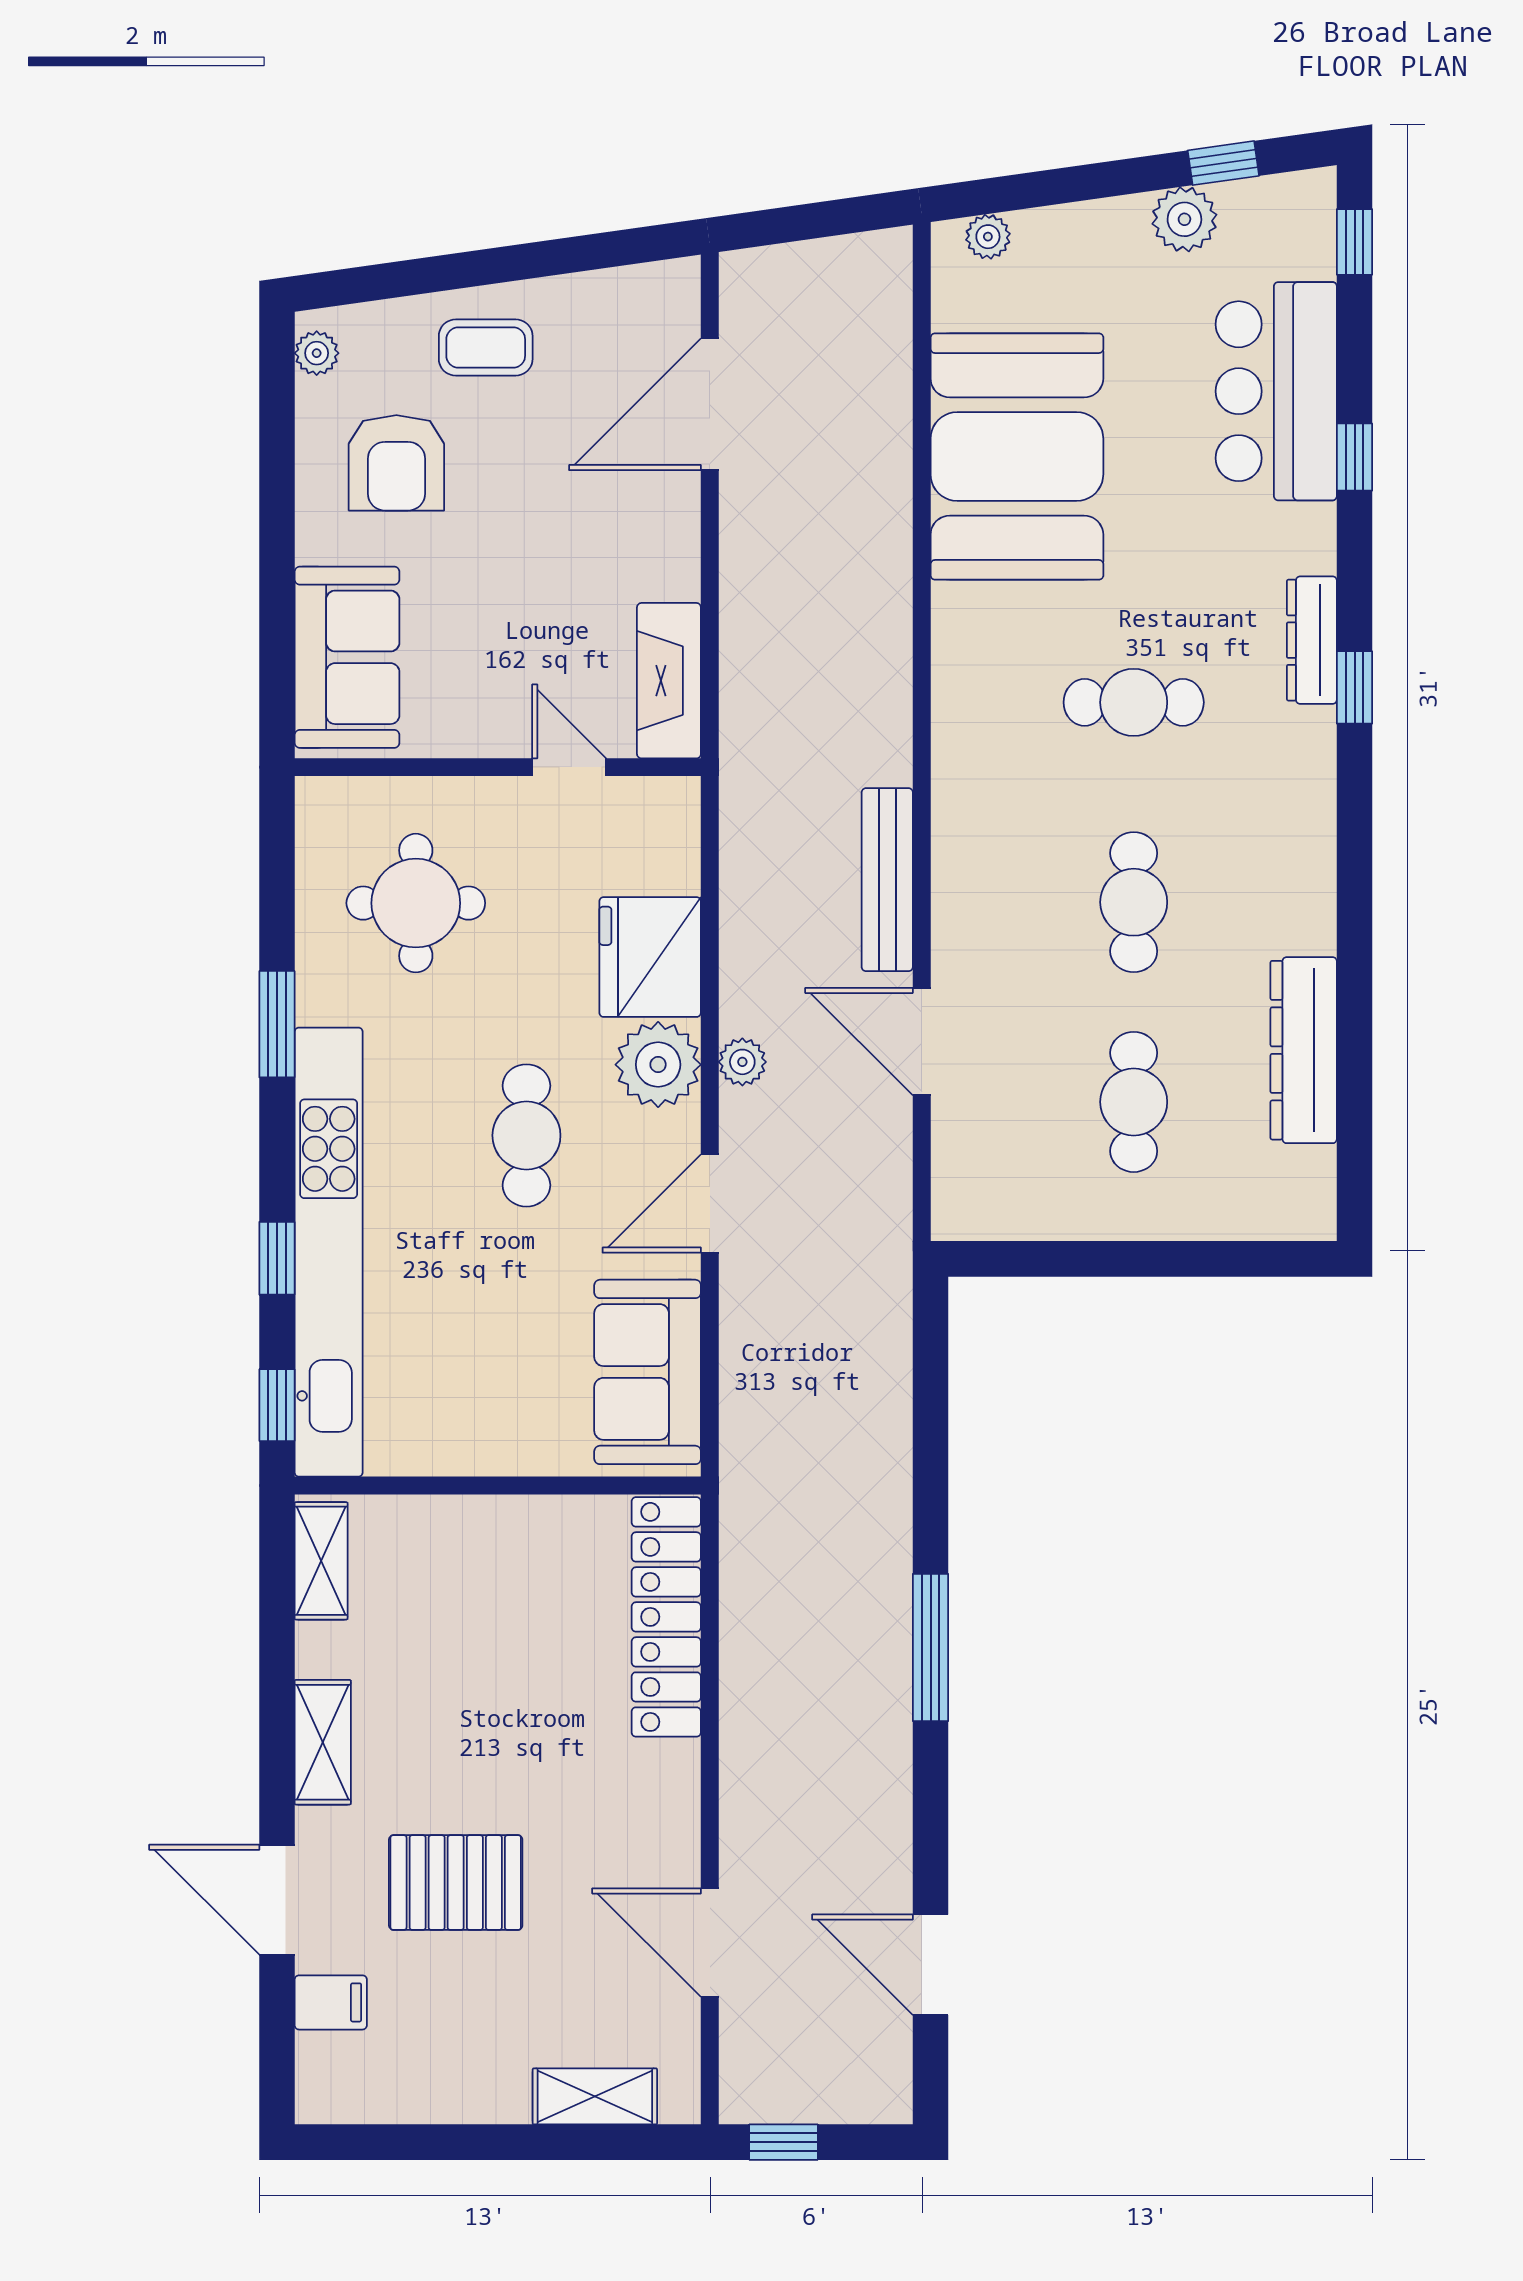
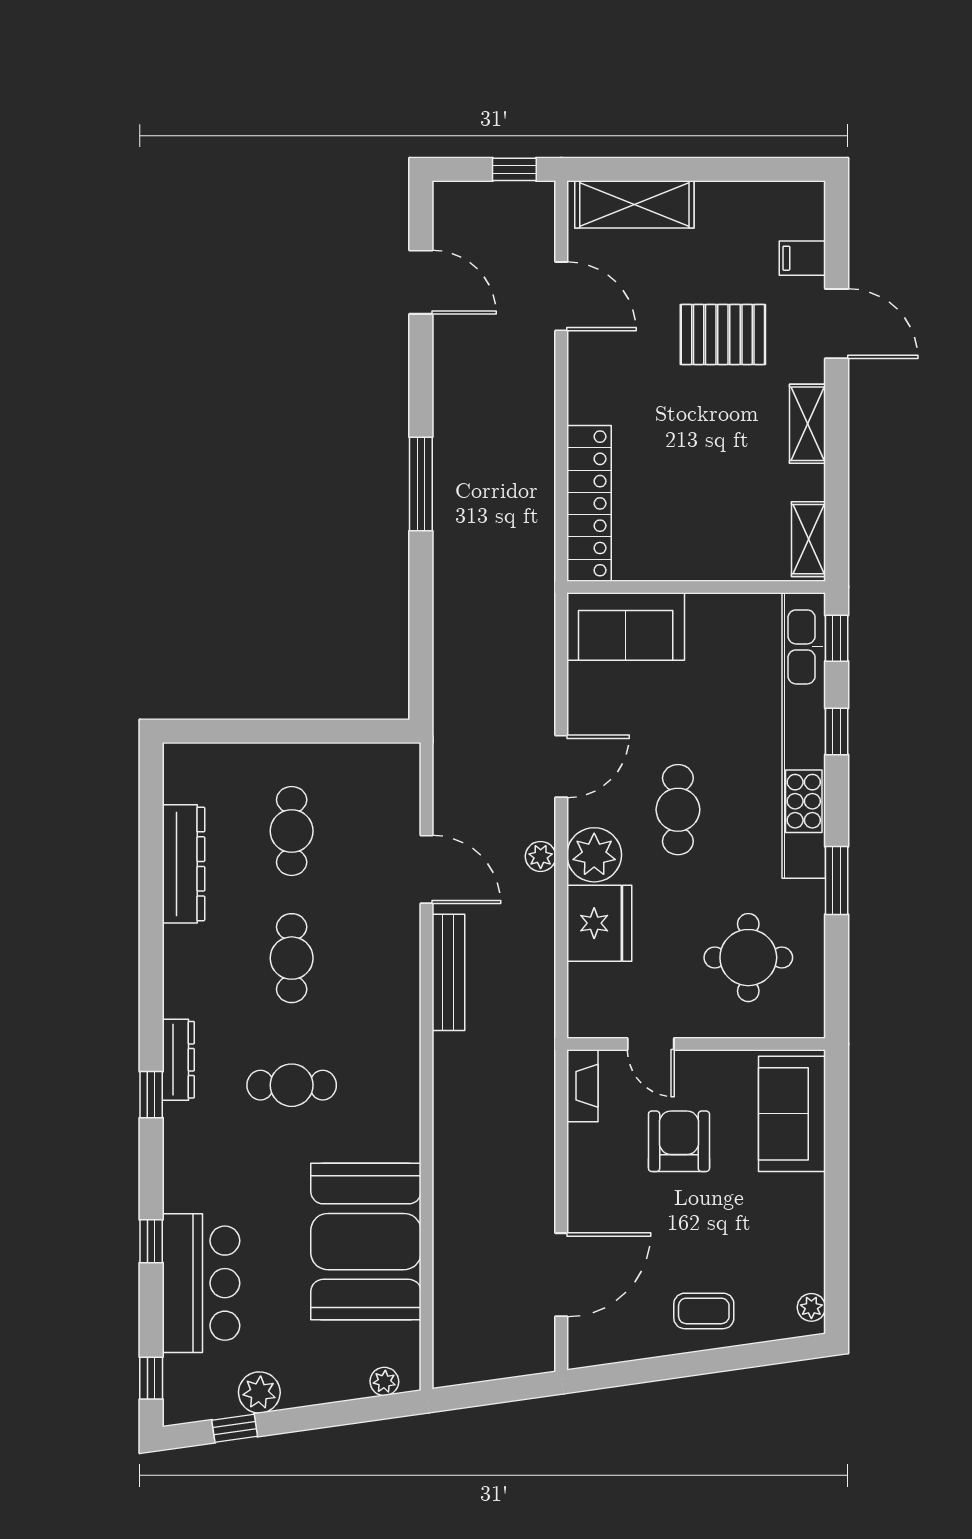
armchair: (396, 463) -> (679, 1141), moved
dresser: (1312, 640) -> (178, 1060), moved
fireplace: (669, 681) -> (582, 1086), width x0.73, depth x0.76
sofa: (648, 1372) -> (626, 627), moved, turned 90
shelving: (595, 2096) -> (634, 204), width x1.50, depth x1.33

